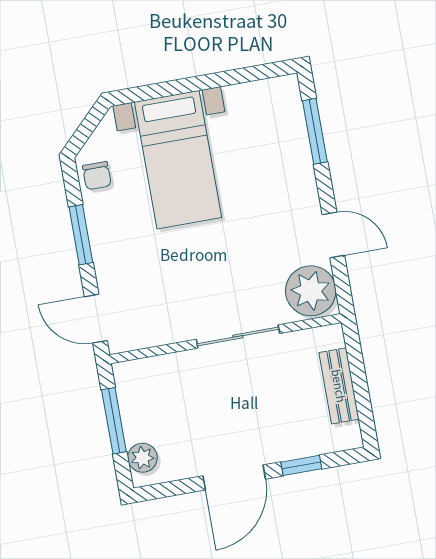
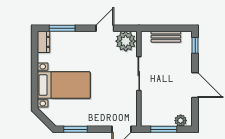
dresser: (274, 92) -> (44, 42), added
chair: (97, 176) -> (64, 119), removed
window: (81, 235) -> (75, 129), moved
window: (301, 465) -> (195, 45), moved

